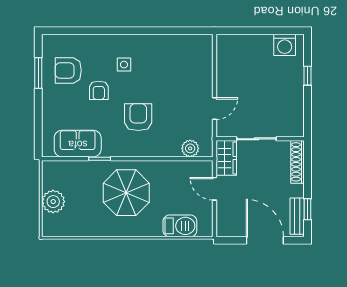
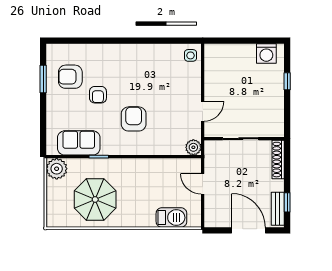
side table: (124, 65) -> (190, 55), moved
plant: (190, 148) -> (193, 147), moved
wardrobe: (226, 158) -> (213, 156), removed
parasol: (126, 193) -> (95, 199), moved
plant: (53, 202) -> (57, 169), moved

